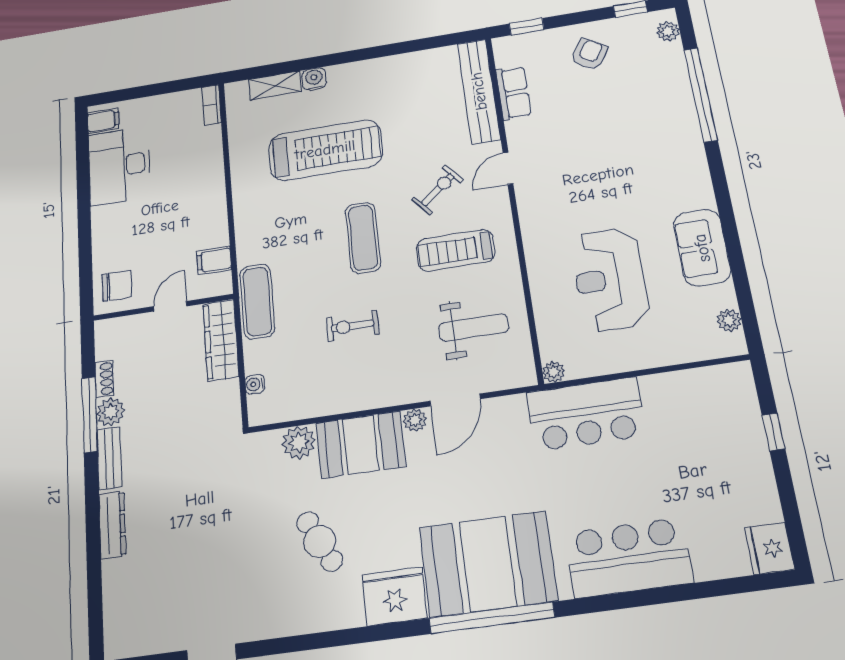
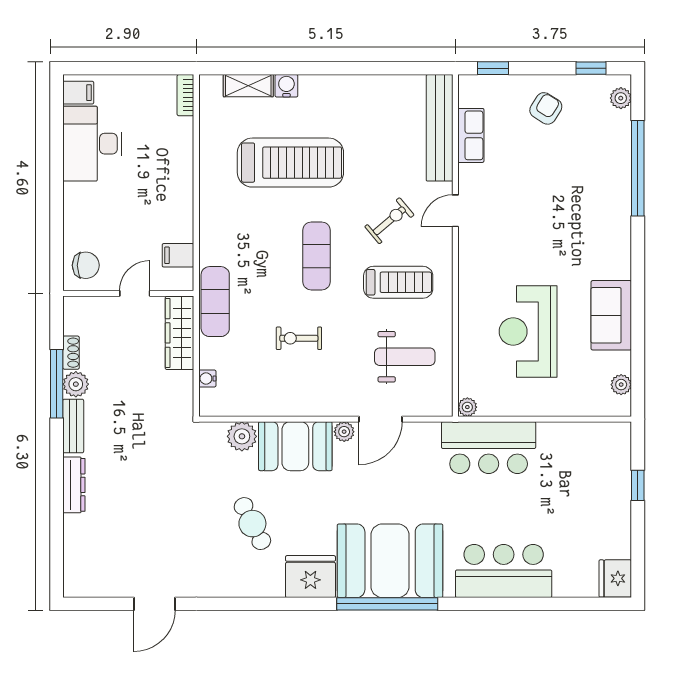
treadmill: (456, 250) -> (398, 282), turned 180

